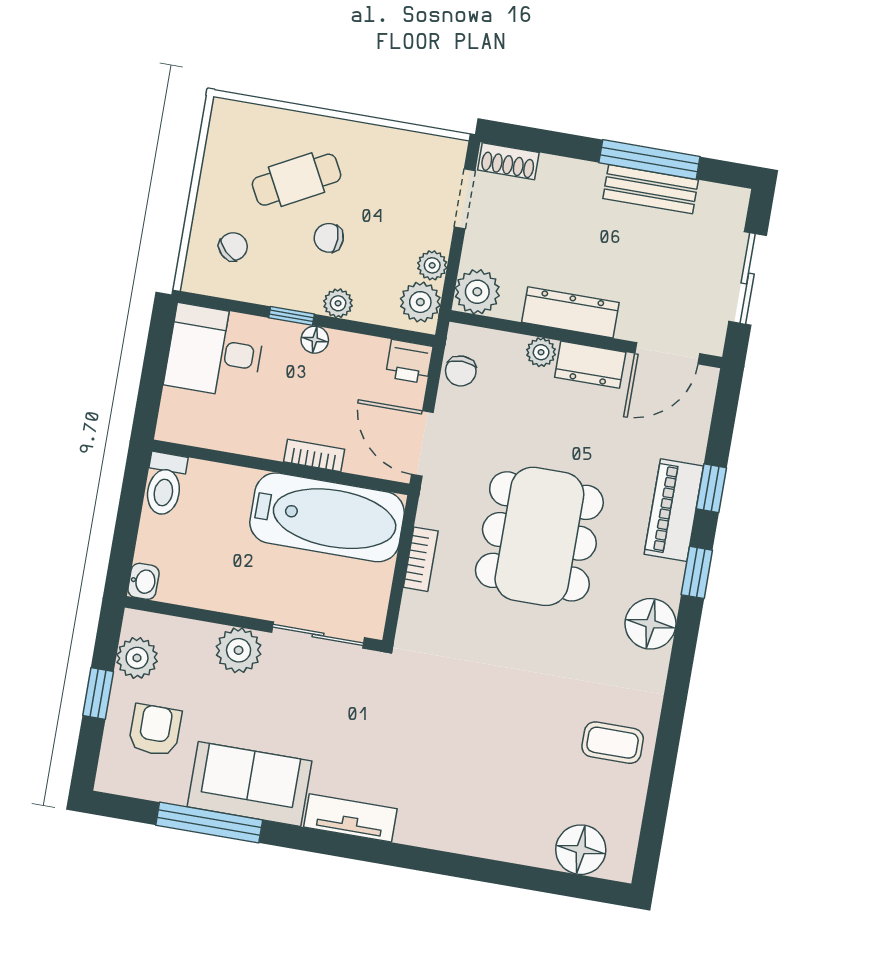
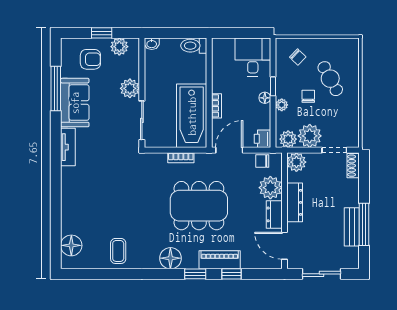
plant: (432, 265) -> (310, 136), width x1.88, depth x1.88
plant: (541, 352) -> (270, 188), width x1.87, depth x1.87

